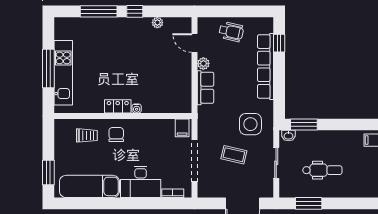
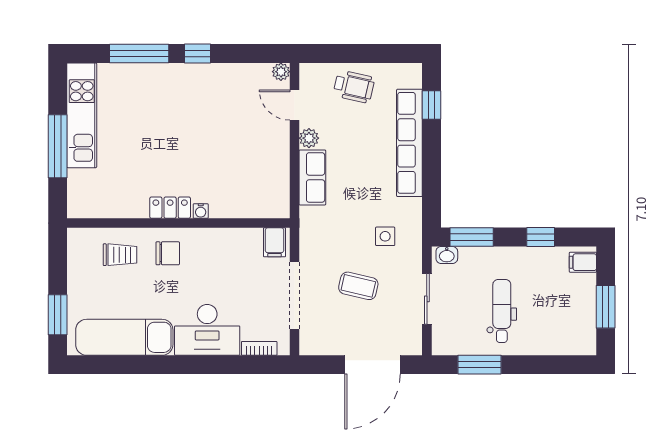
plant: (157, 23) -> (281, 72), moved
kitchen unit: (63, 73) -> (82, 115), moved
side table: (250, 124) -> (385, 236), width x0.54, depth x0.54
window: (346, 125) -> (541, 237), added
chair: (116, 135) -> (168, 253), turned 90
dental chair: (322, 170) -> (502, 311), turned -90

